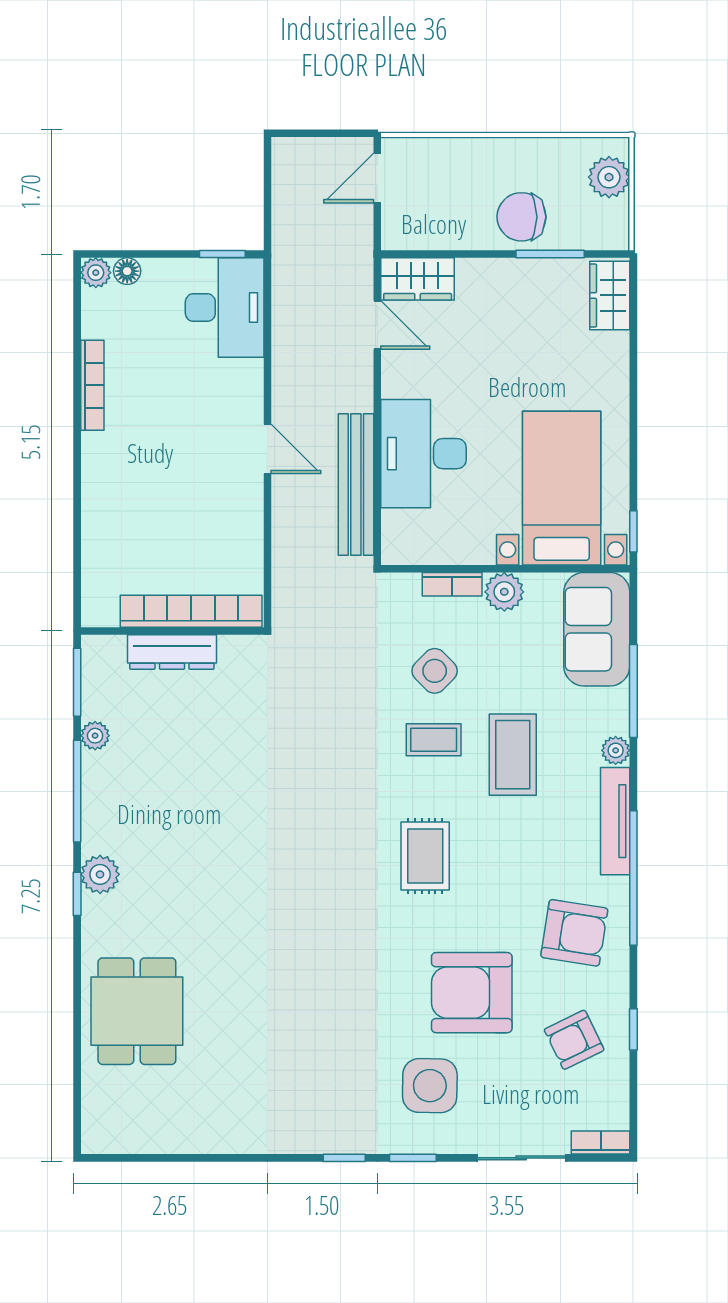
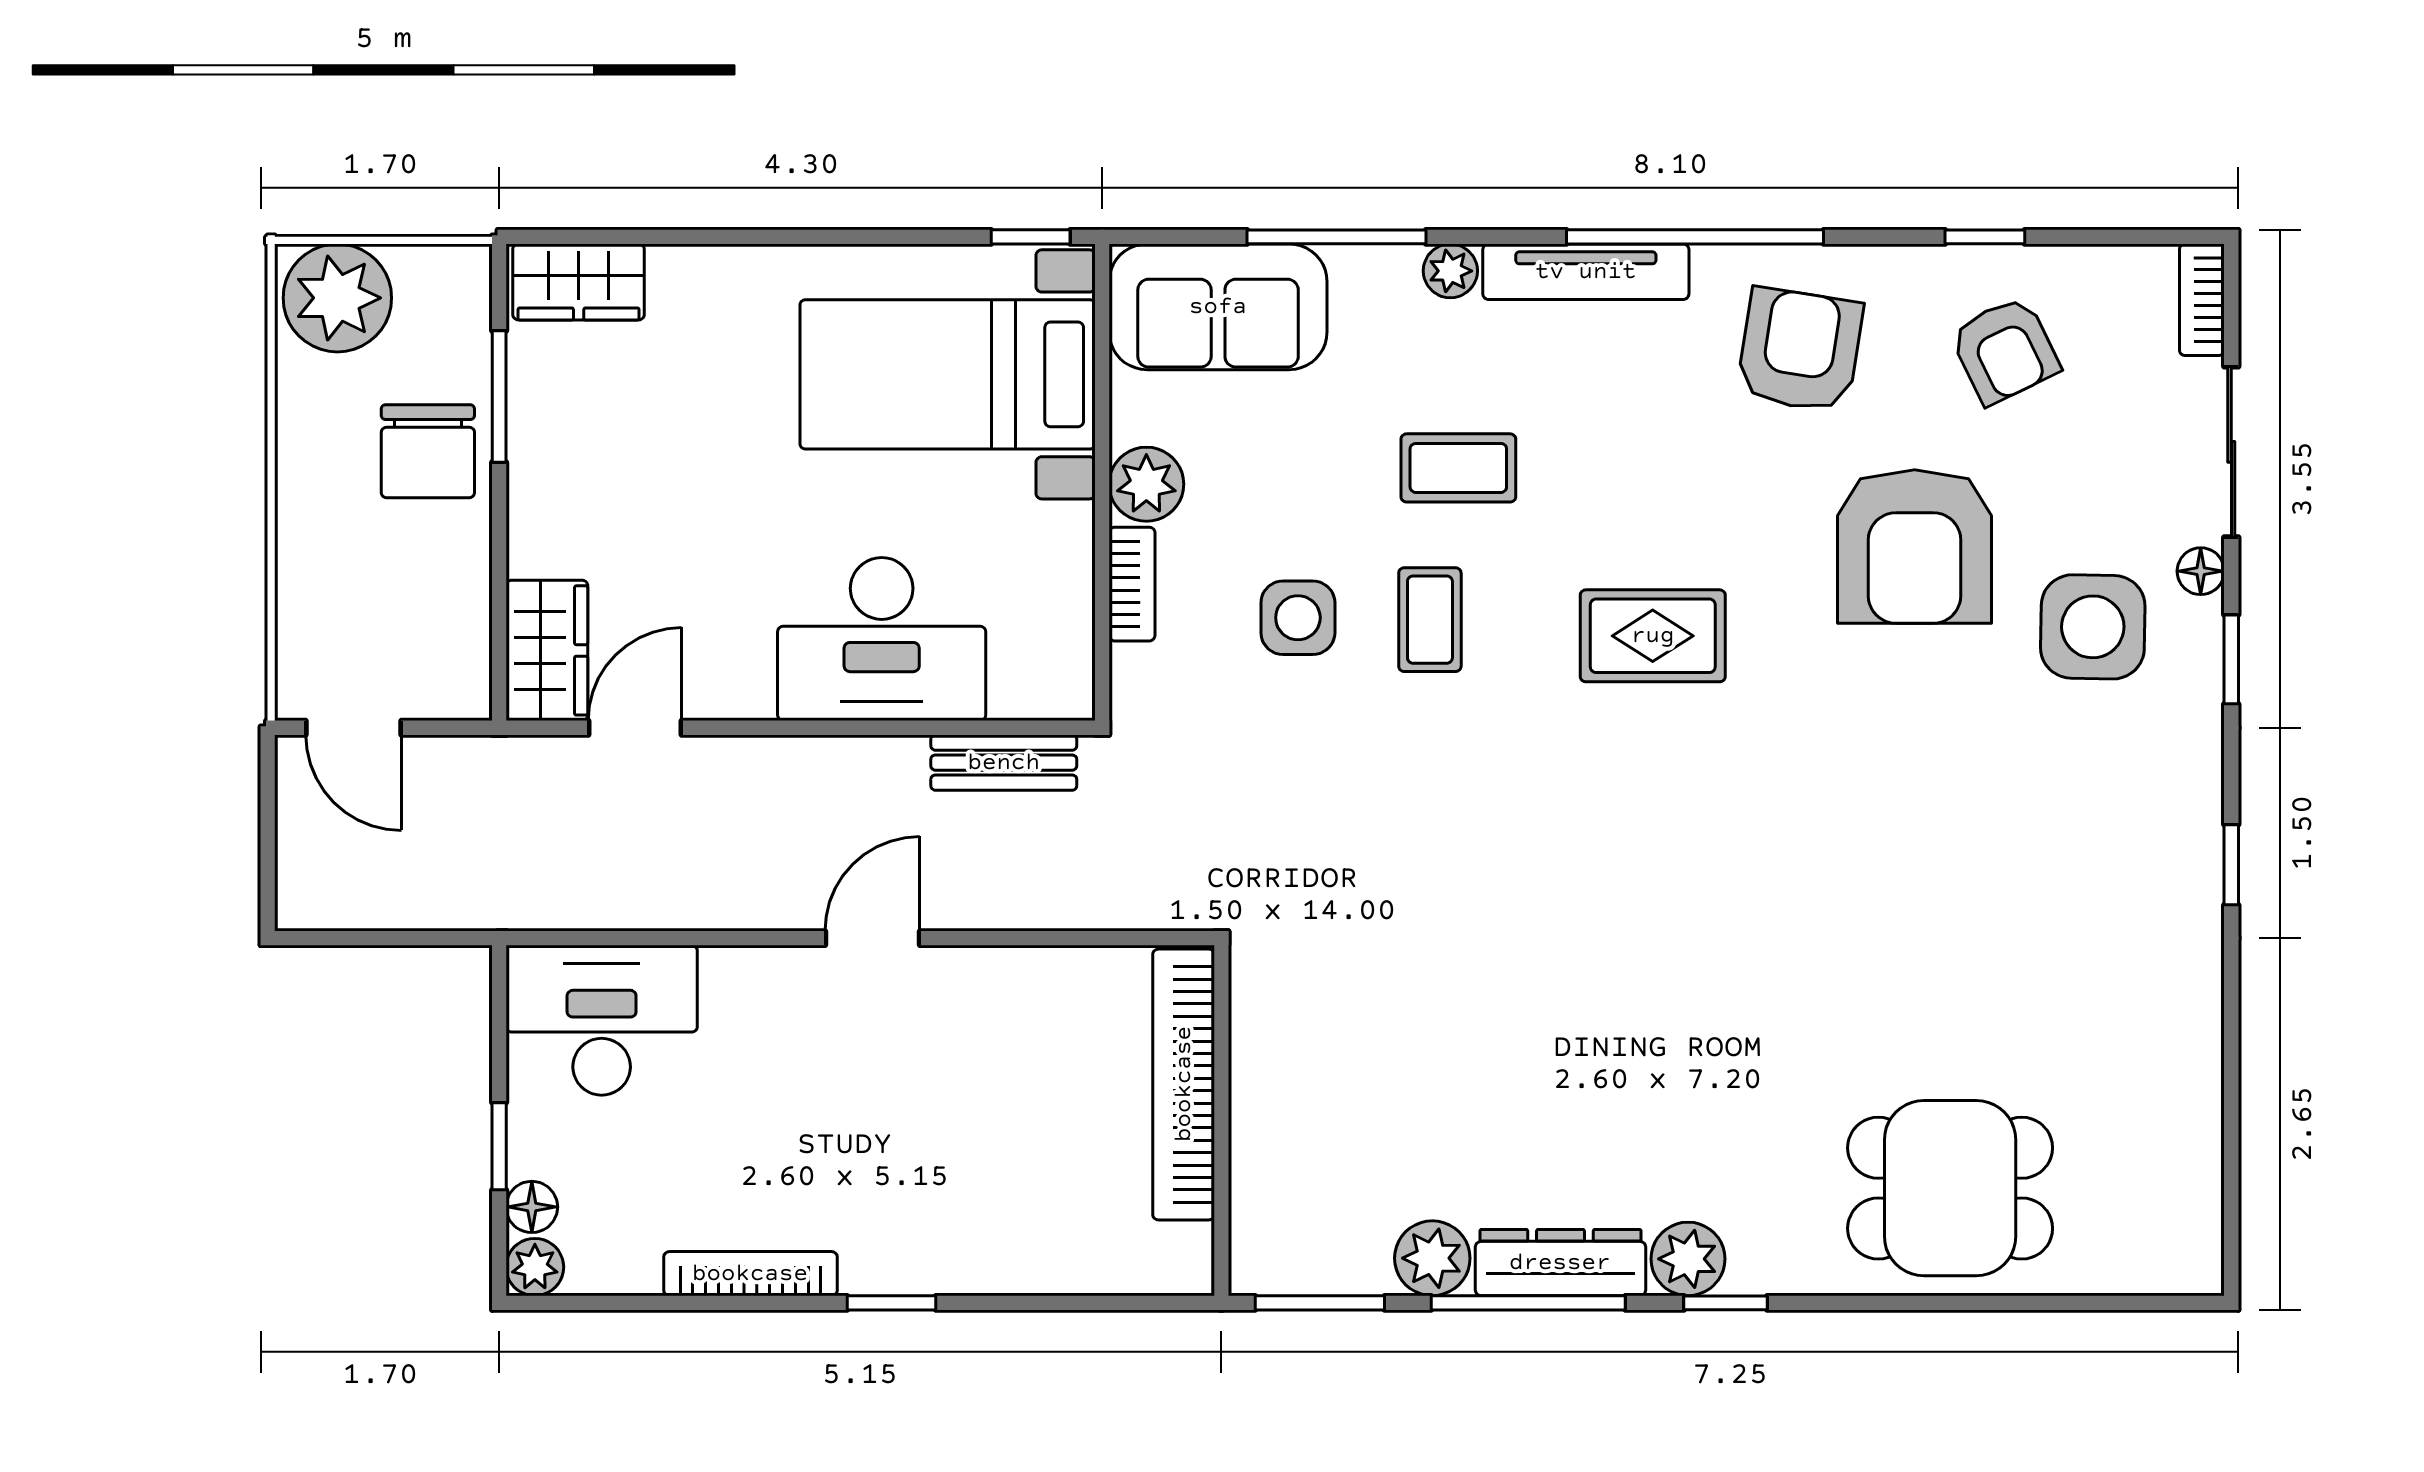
plant: (609, 177) -> (337, 298), width x1.36, depth x1.36
window: (222, 254) -> (499, 1146), moved
window: (77, 459) -> (891, 1303), added
bench: (356, 485) -> (1004, 763), width x0.54, depth x0.82
dresser: (172, 652) -> (1560, 1263), moved, turned -90
side table: (435, 671) -> (1298, 618), turned 45
plant: (95, 736) -> (1432, 1258), width x1.38, depth x1.38
coffee table: (513, 755) -> (1458, 468), width x0.73, depth x0.77
floor lamp: (459, 1142) -> (2201, 571), added
window: (344, 1158) -> (2231, 865), moved

